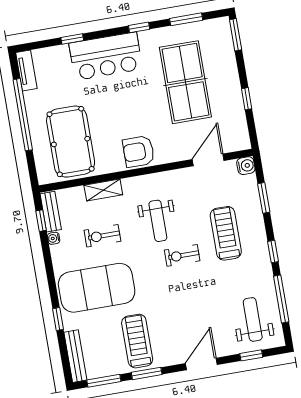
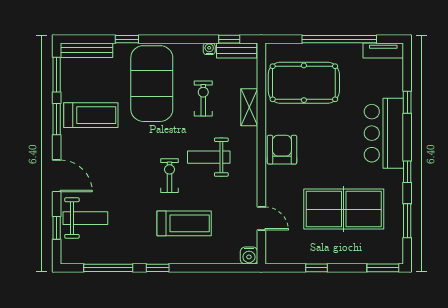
door: (208, 160) -> (261, 218), width x0.73
window: (264, 198) -> (213, 268), removed
weight bench: (253, 319) -> (85, 218), moved

